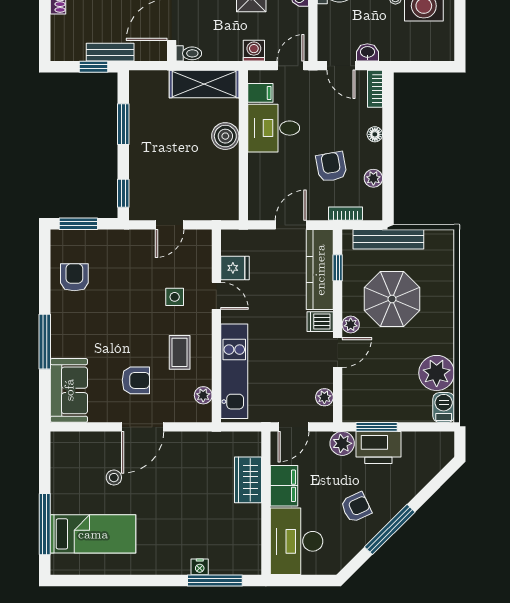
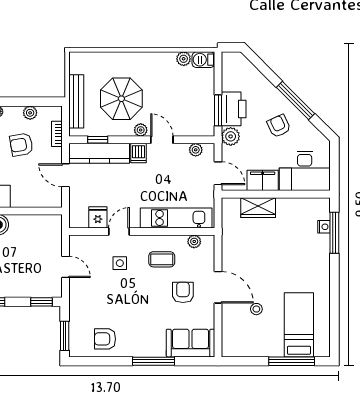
plant: (437, 373) -> (184, 59), width x0.53, depth x0.53
nightstand: (200, 567) -> (324, 227), moved

